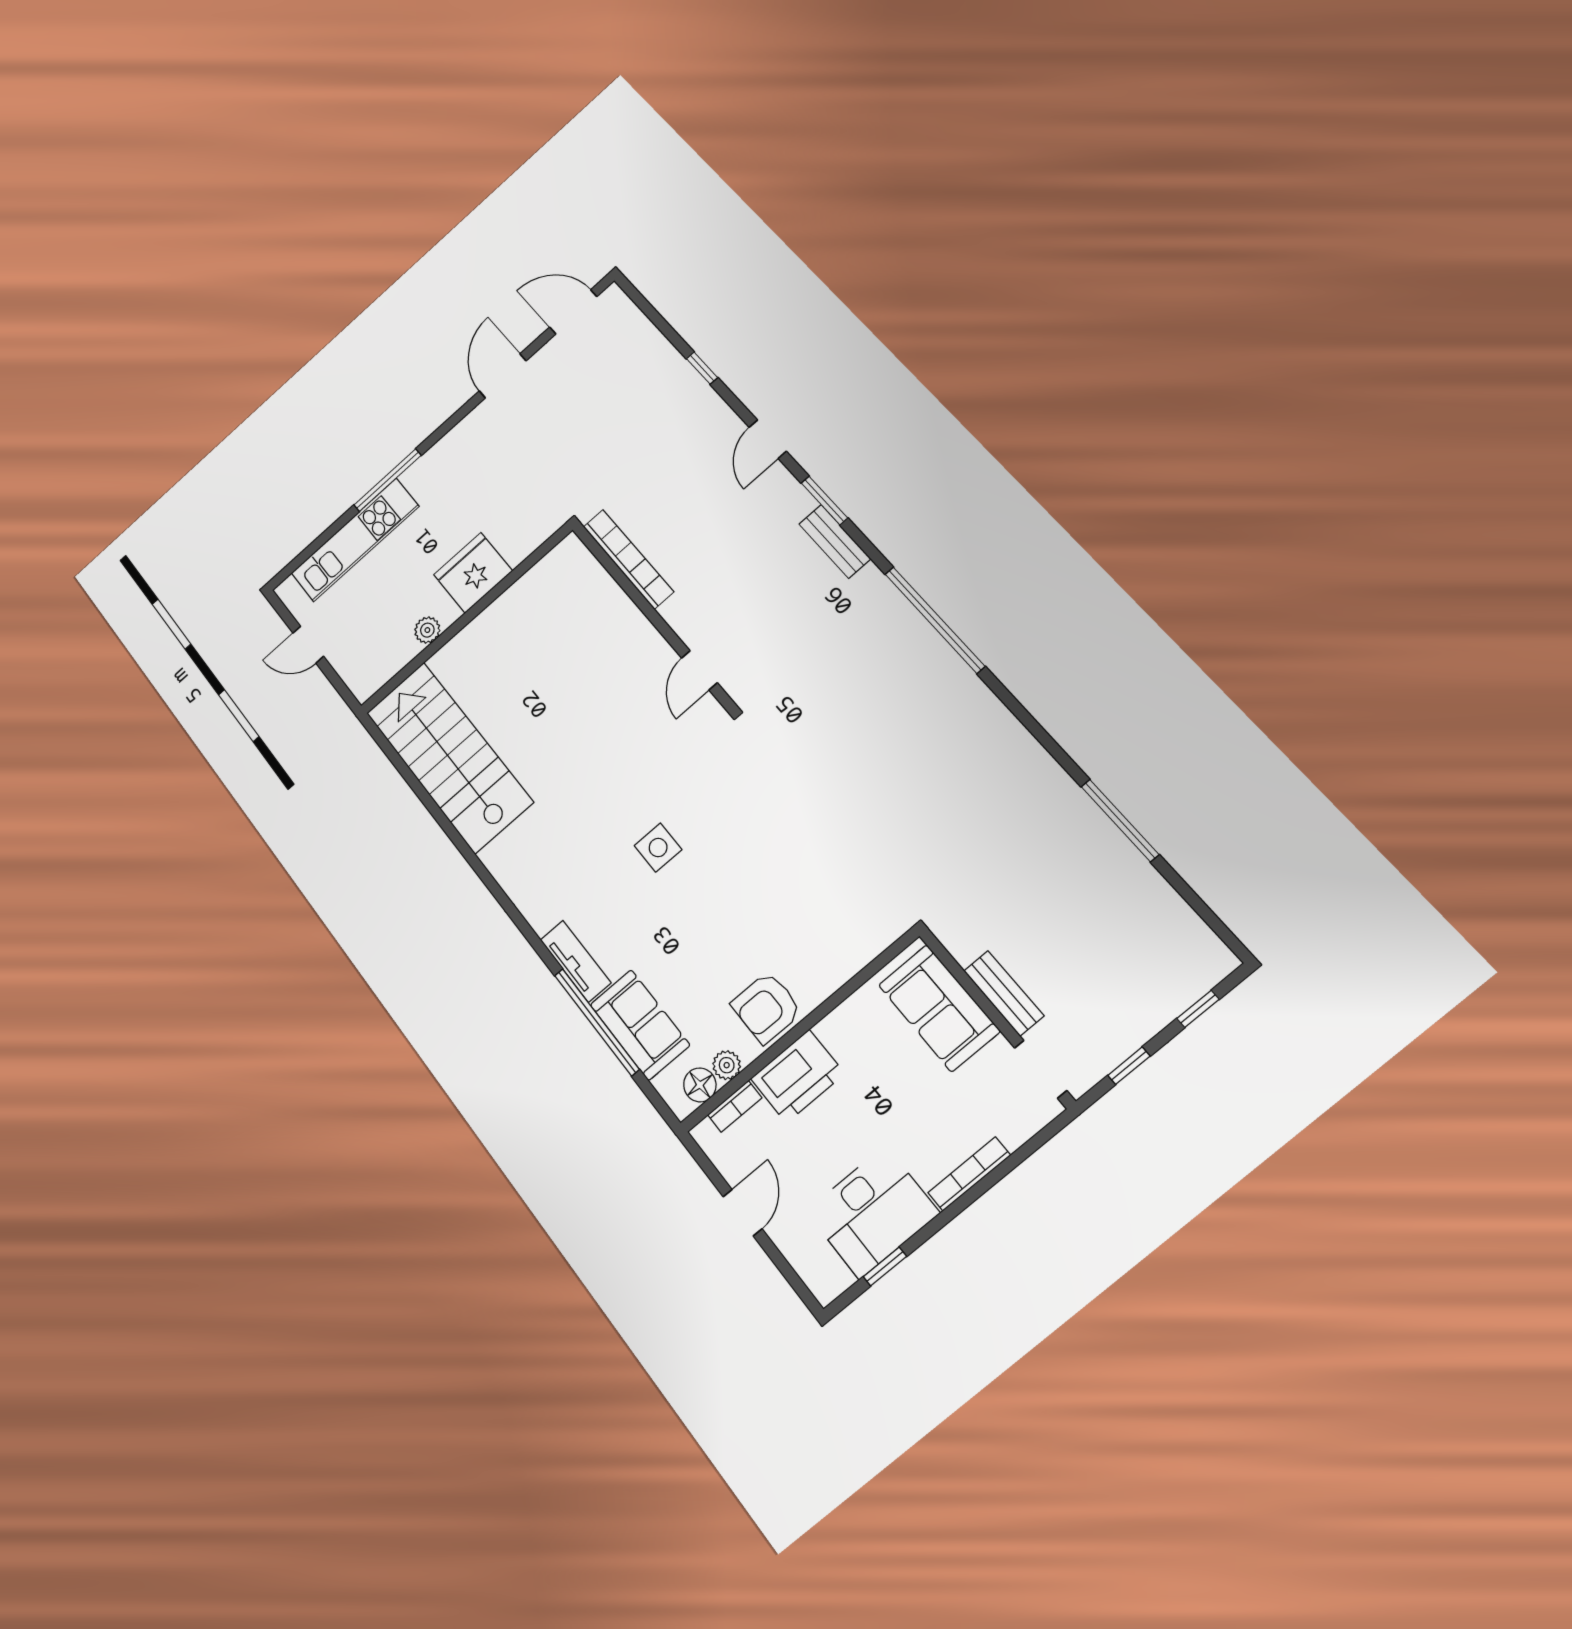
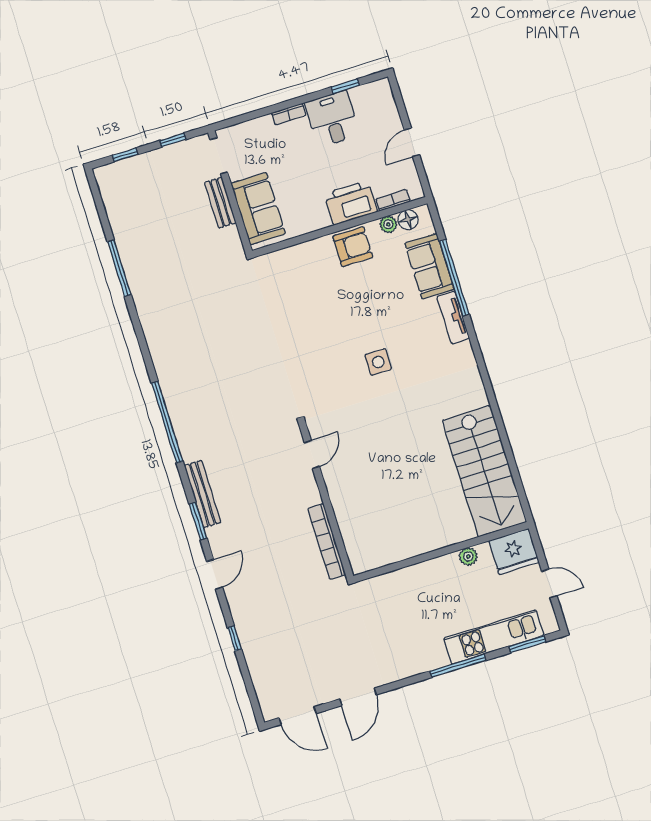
bench: (835, 541) -> (203, 494), width x1.36
window: (309, 552) -> (527, 644), added
fridge: (473, 573) -> (514, 551), moved
bookcase: (969, 1174) -> (289, 114), width x0.64
desk: (872, 1212) -> (332, 119), width x0.73

